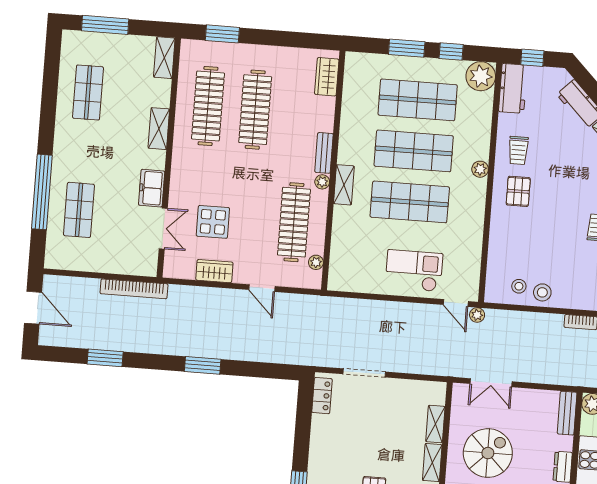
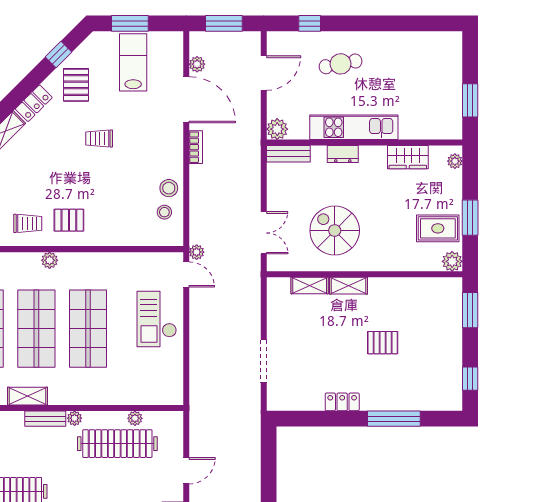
shelving: (344, 185) -> (27, 396), moved
plant: (316, 262) -> (135, 418), moved
door: (456, 303) -> (186, 274), hinge flipped
locker: (322, 396) -> (342, 402), moved

